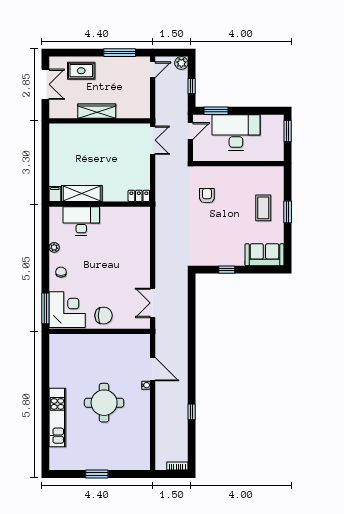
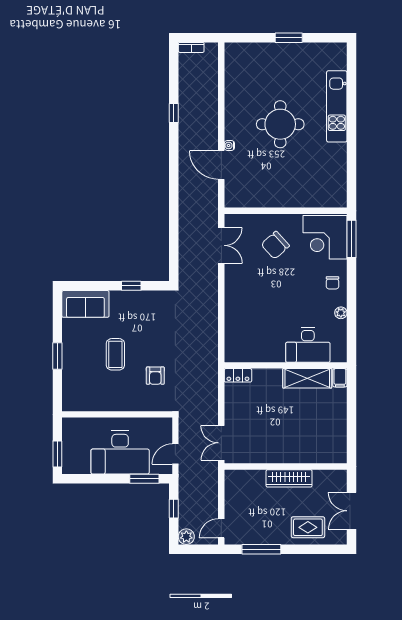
coffee table: (263, 208) -> (115, 354), moved
chair: (103, 316) -> (275, 245), moved, turned -42

